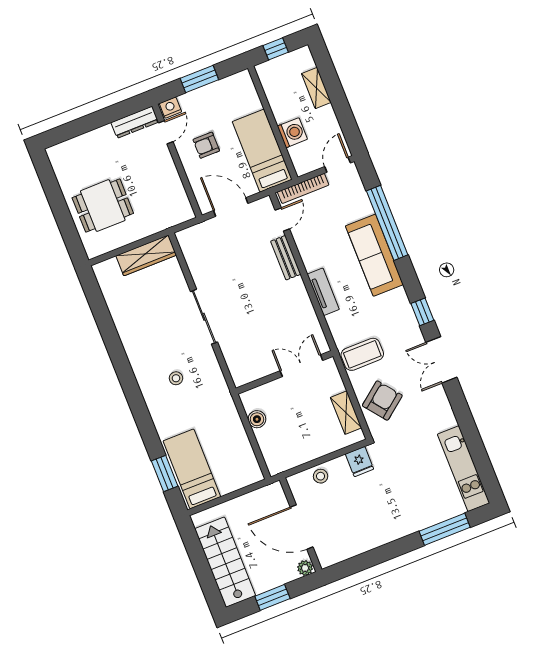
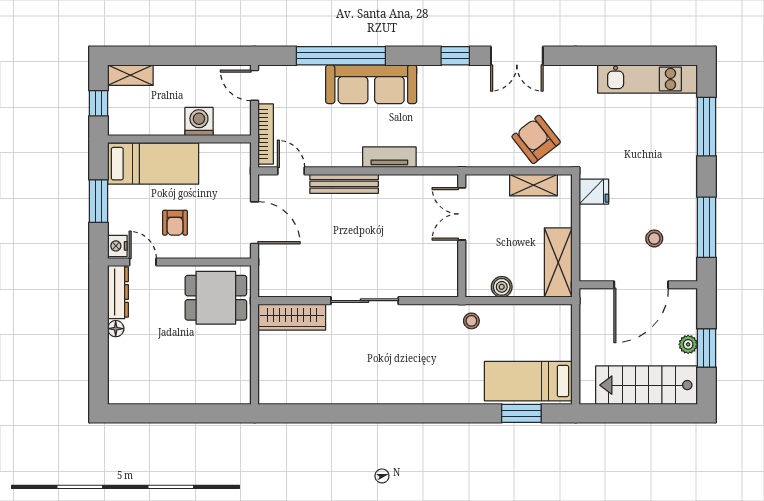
shelving: (316, 88) -> (130, 75), moved
floor lamp: (106, 132) -> (116, 329), added
bed: (262, 151) -> (153, 164), moved, turned 180
dining table: (103, 206) -> (216, 298), moved, turned 90
door: (231, 207) -> (255, 223), swing flipped
wardrobe: (146, 255) -> (292, 317), moved, turned 90
bench: (286, 258) -> (344, 184), width x1.36
coffee table: (362, 354) -> (476, 141), removed
stool: (176, 378) -> (471, 321), moved
shelving: (293, 456) -> (558, 263), added
stool: (321, 476) -> (654, 238), moved
window: (366, 560) -> (707, 227), added
plant: (305, 568) -> (688, 344), moved

